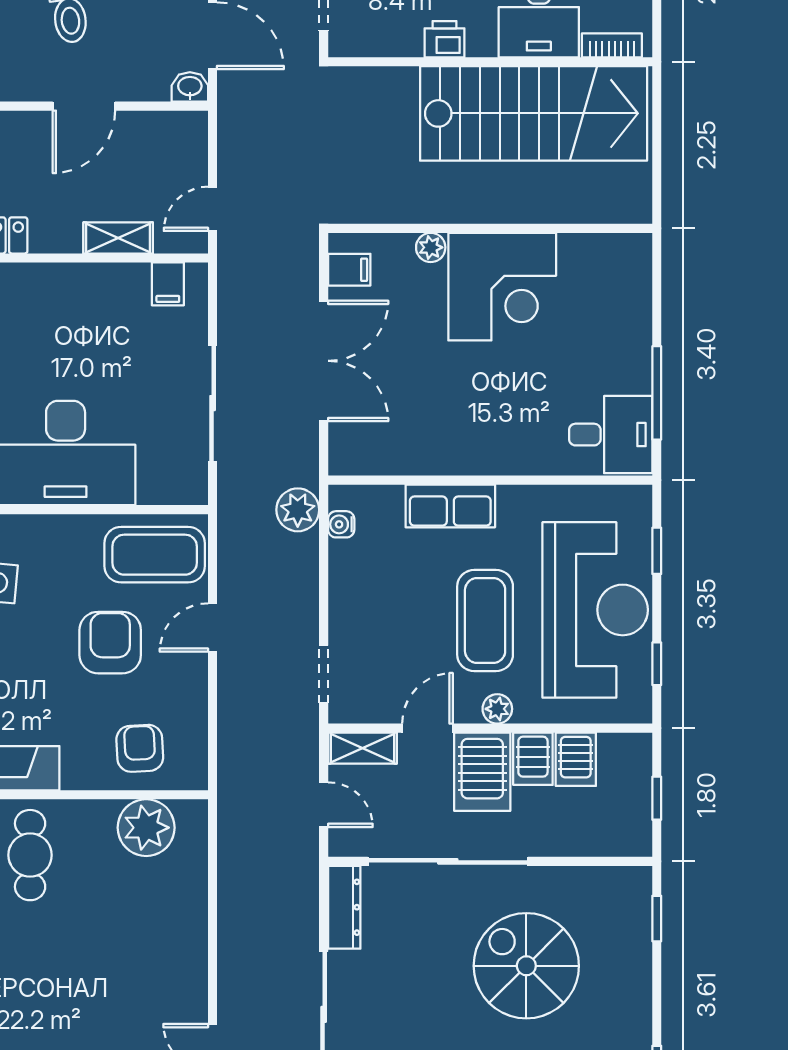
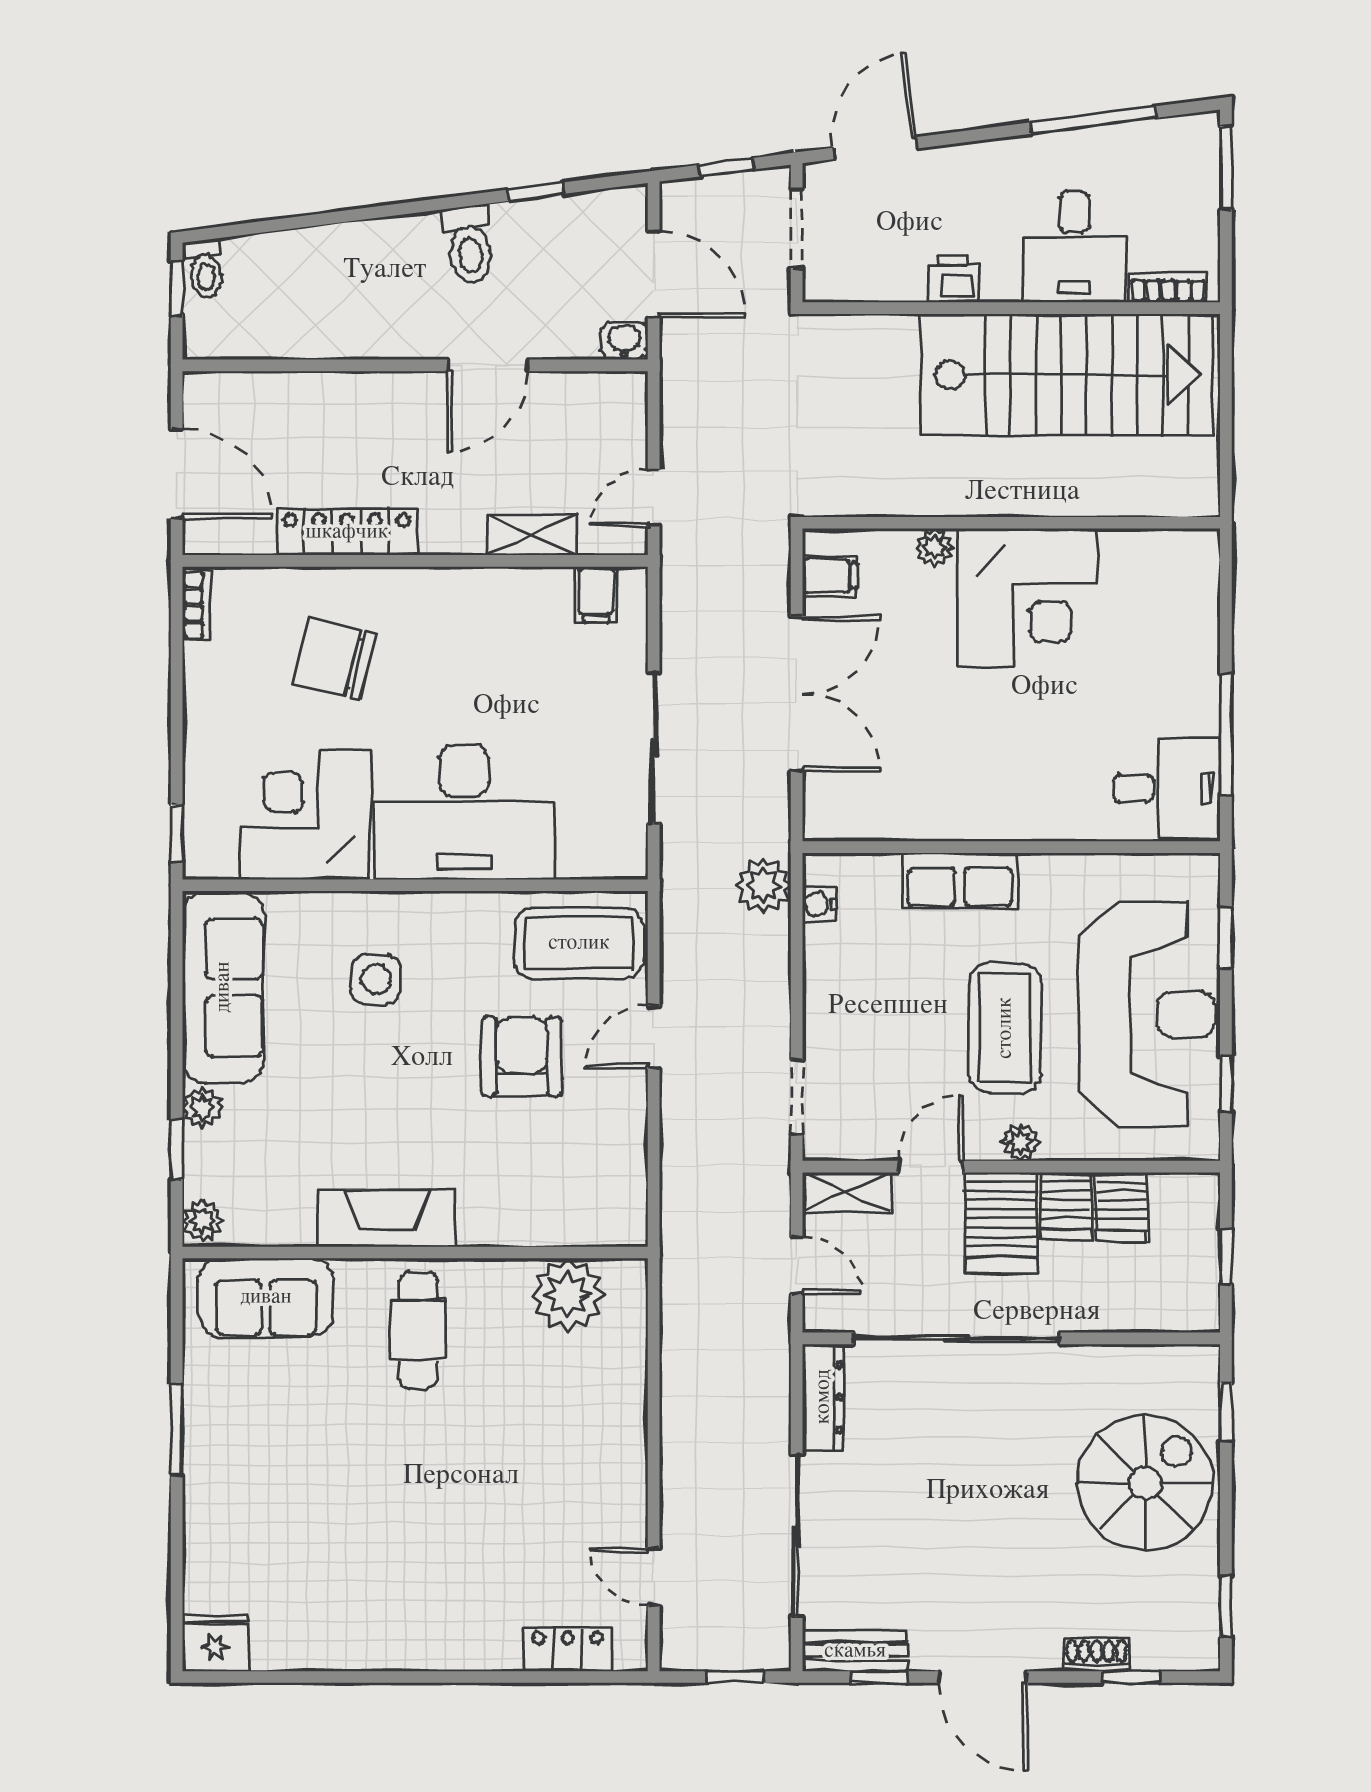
armchair: (140, 748) -> (560, 1193), removed
spiral stairs: (526, 966) -> (1145, 1483), moved, turned 90

